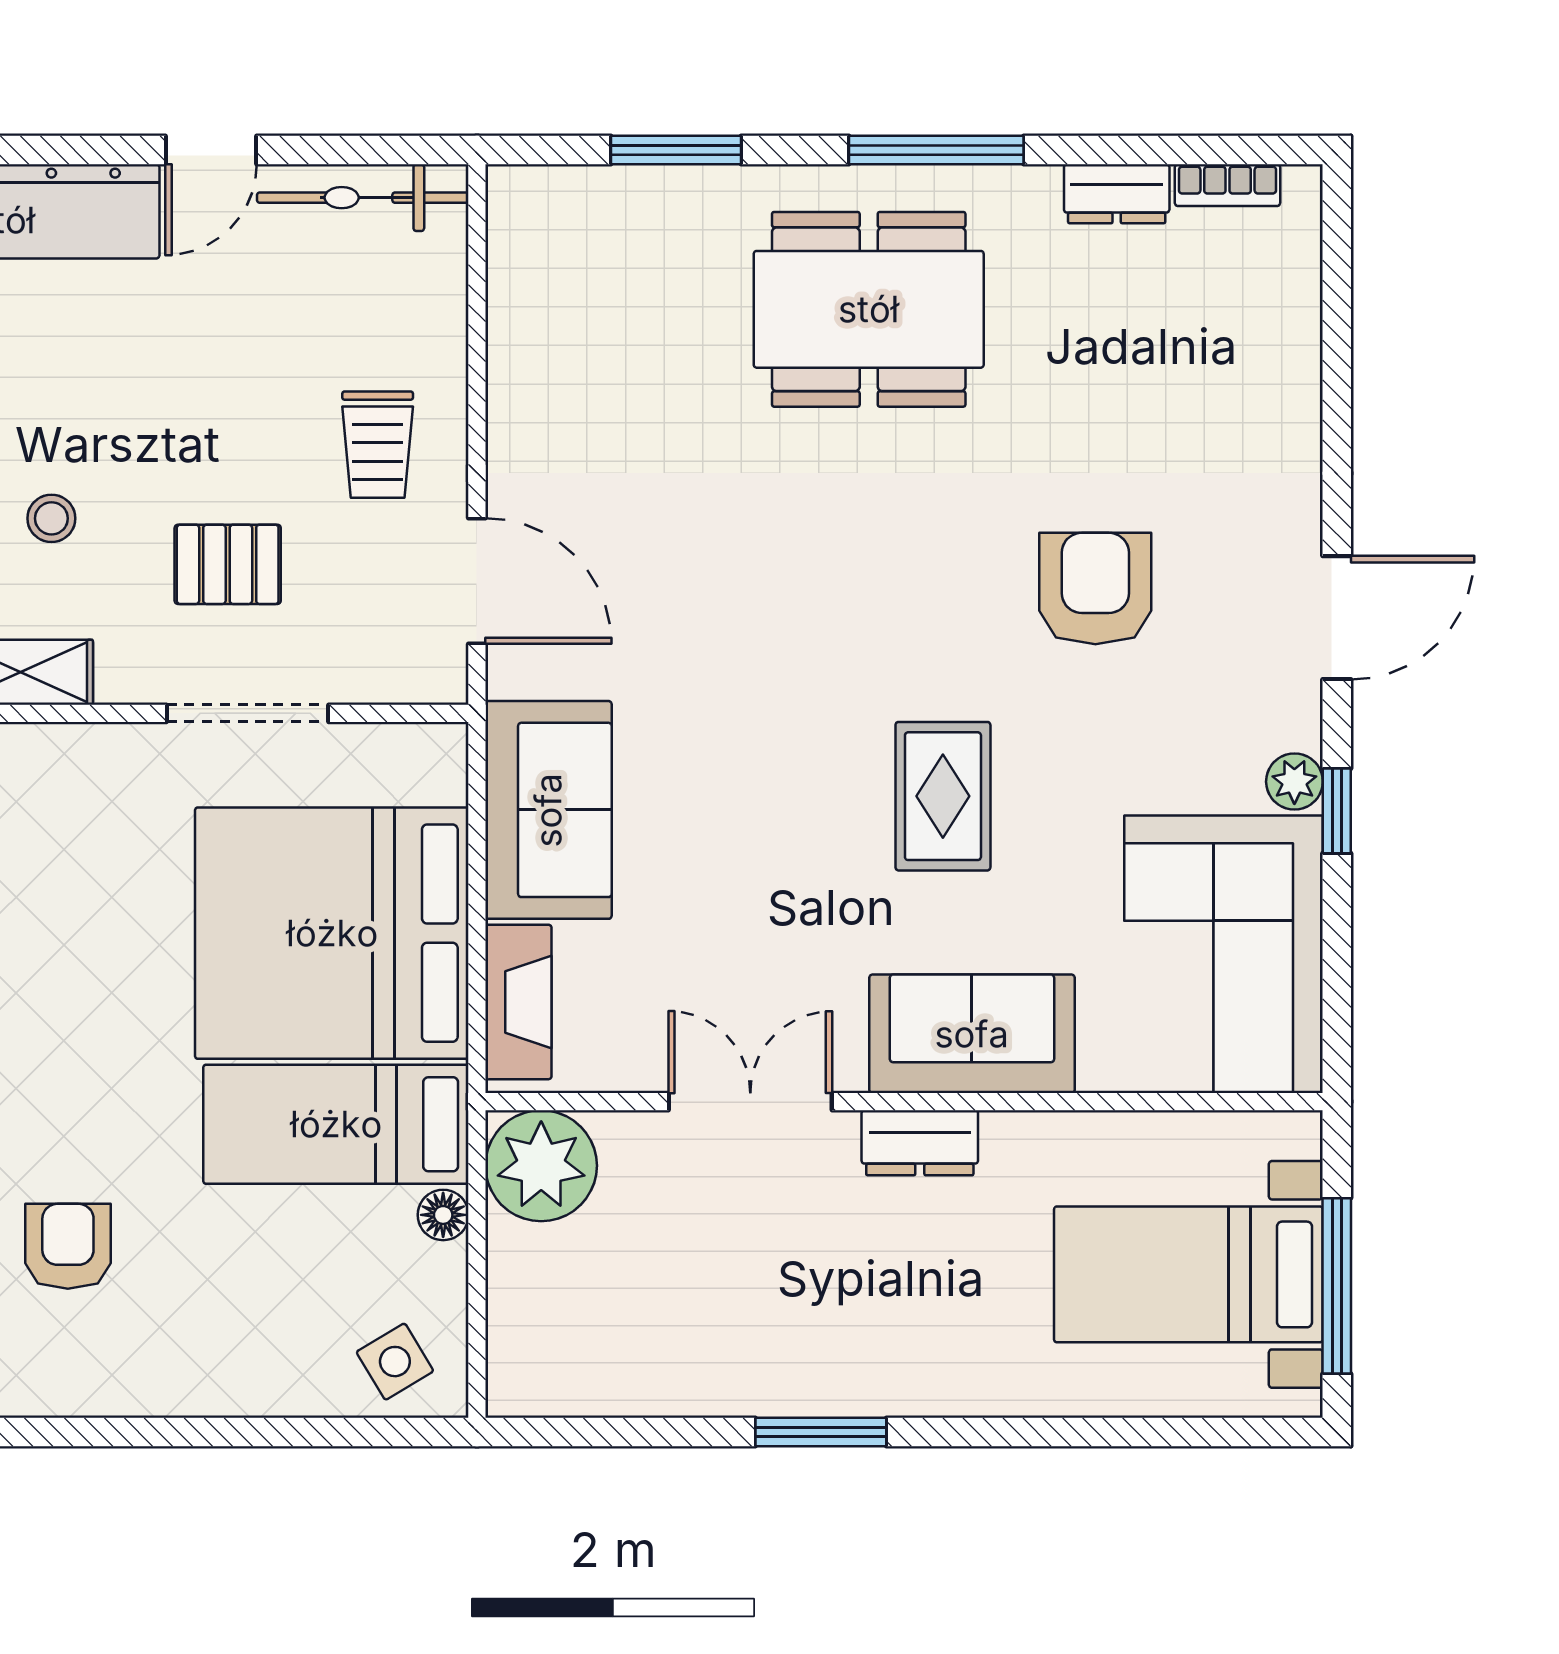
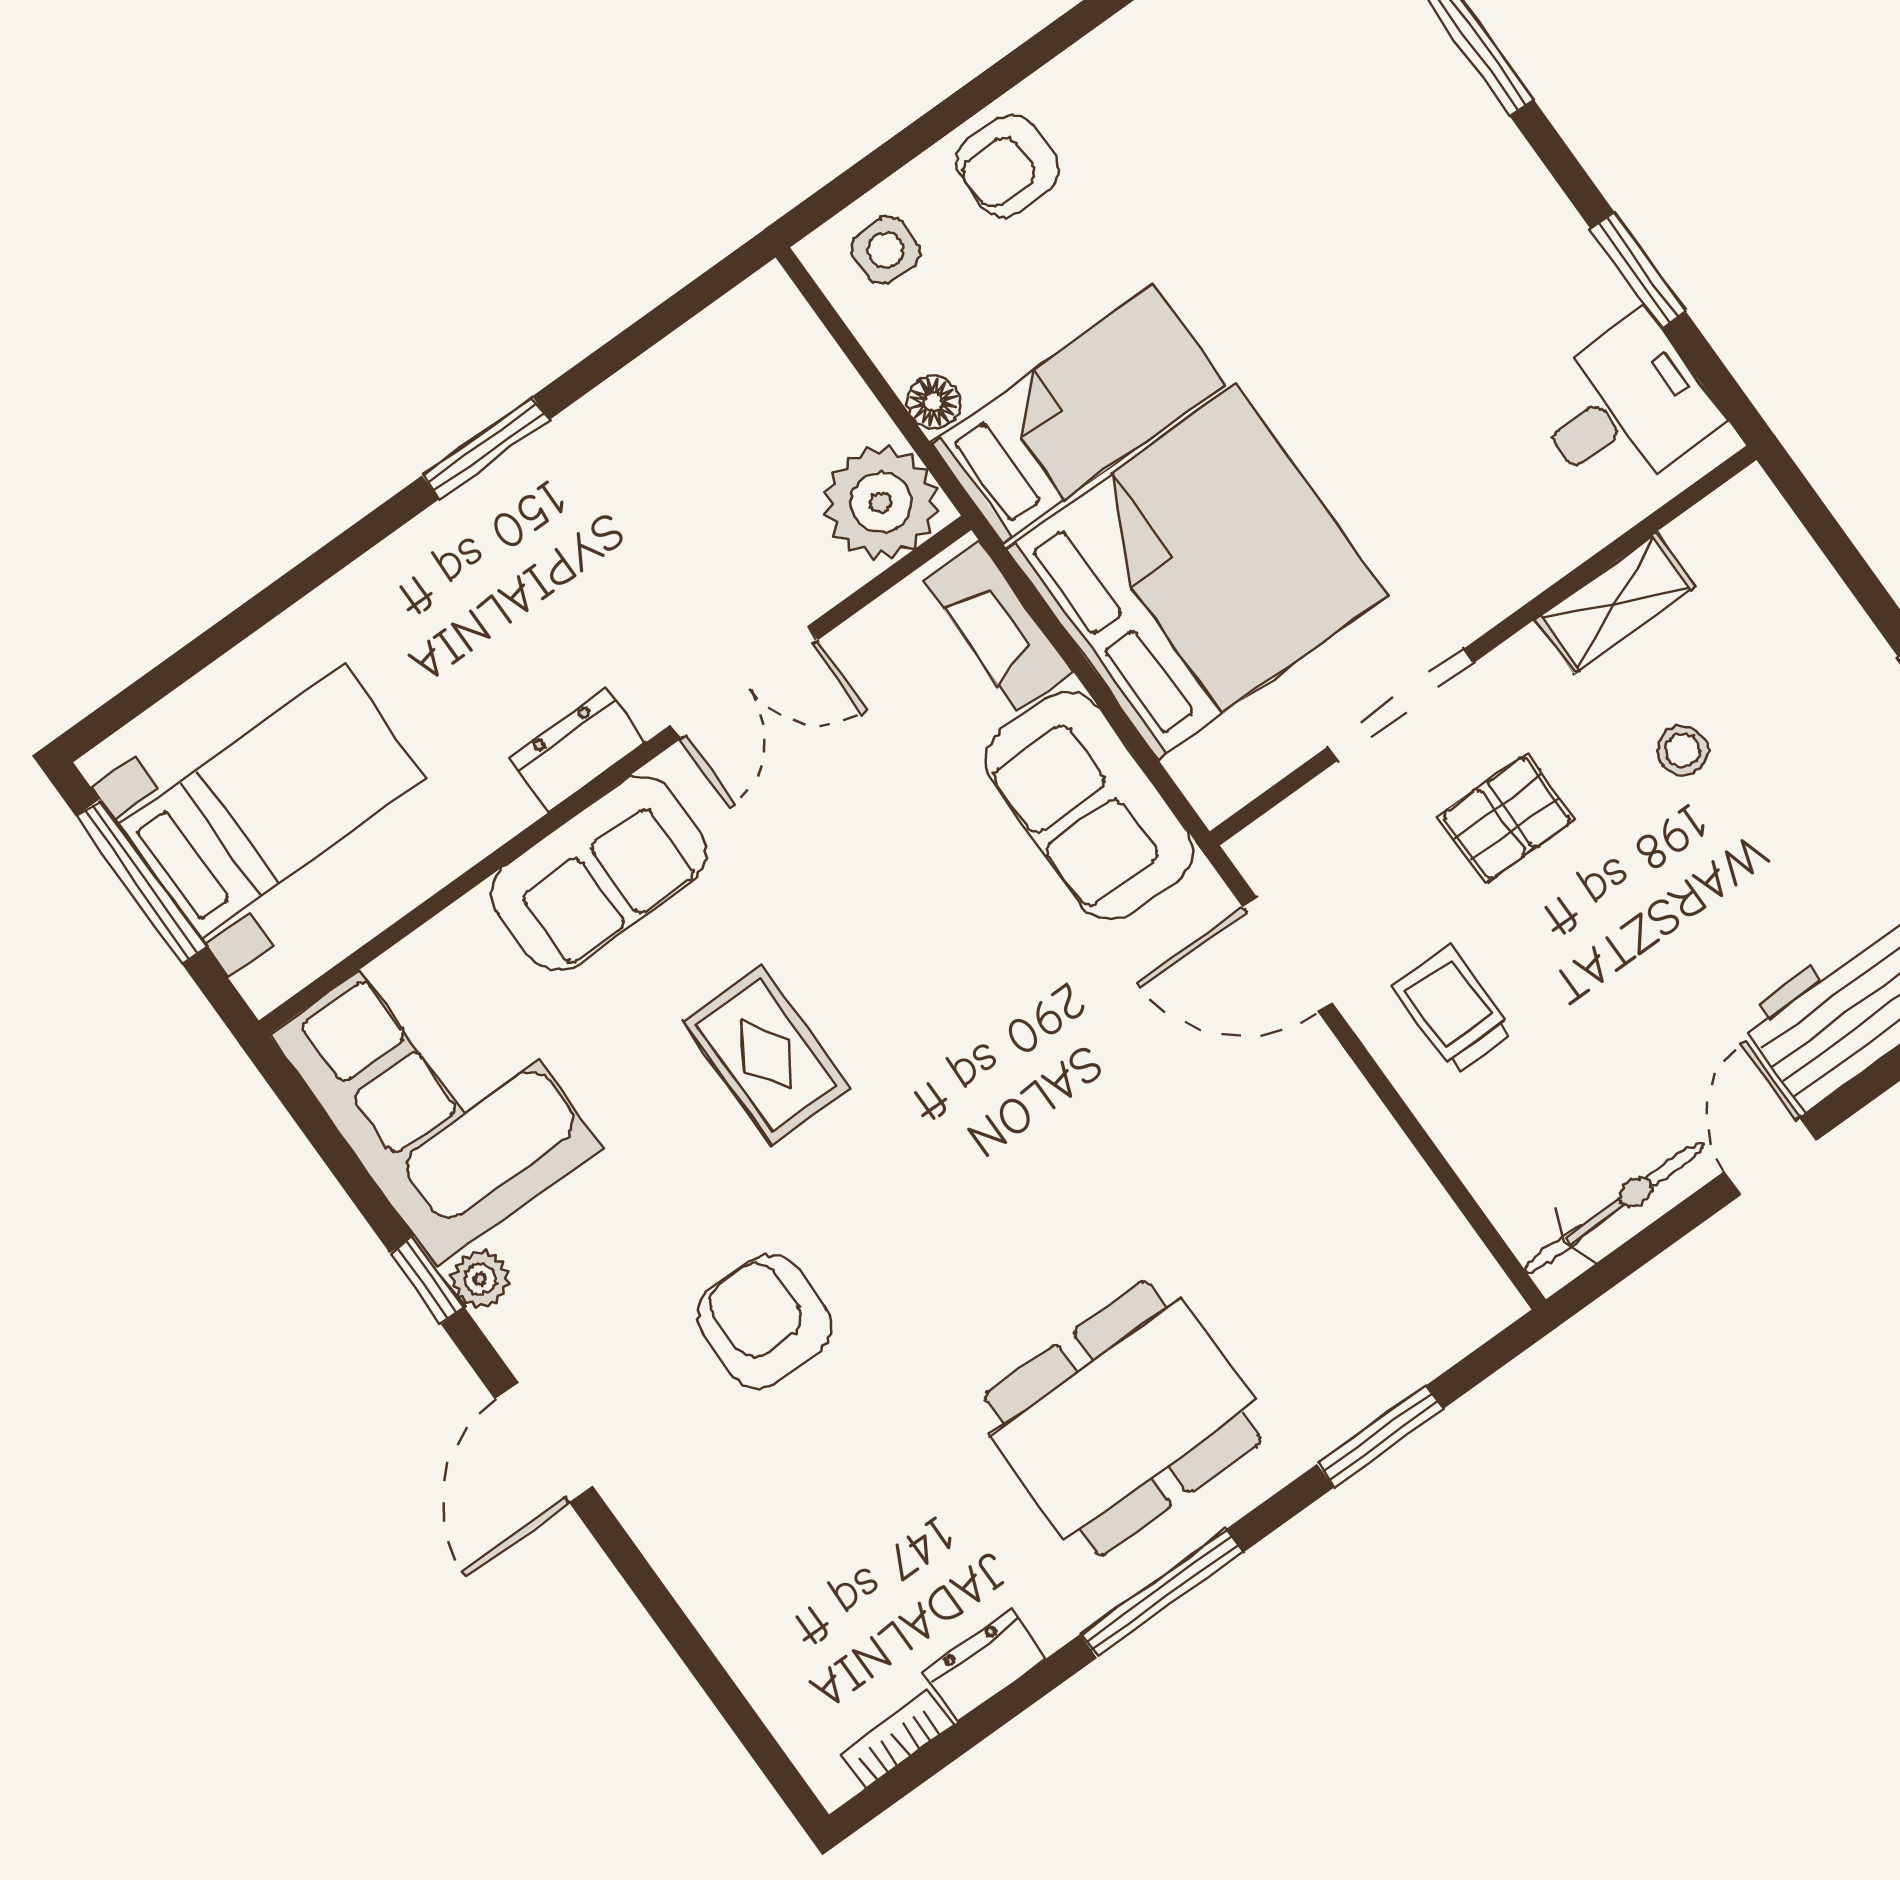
armchair: (1095, 589) -> (764, 1321), turned 180
armchair: (68, 1246) -> (1007, 166), moved, turned 90
side table: (395, 1362) -> (886, 250), turned 31

